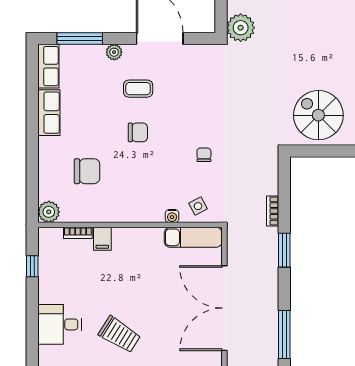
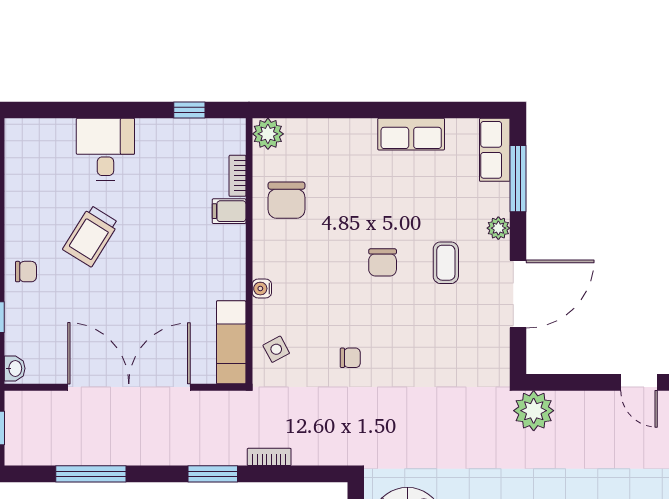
row of seats: (48, 66) -> (495, 150), moved, turned 90
chair: (87, 171) -> (286, 200), moved
water cooler: (172, 216) -> (262, 289), moved

